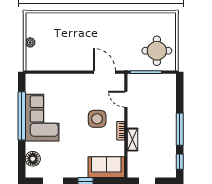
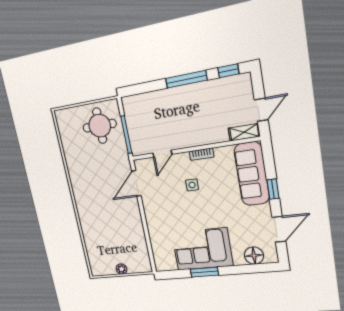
window: (22, 116) -> (204, 272), width x0.47
side table: (97, 119) -> (192, 185), width x0.54, depth x0.54
shelving: (132, 140) -> (244, 132), moved
sofa: (106, 167) -> (252, 174), width x1.36

